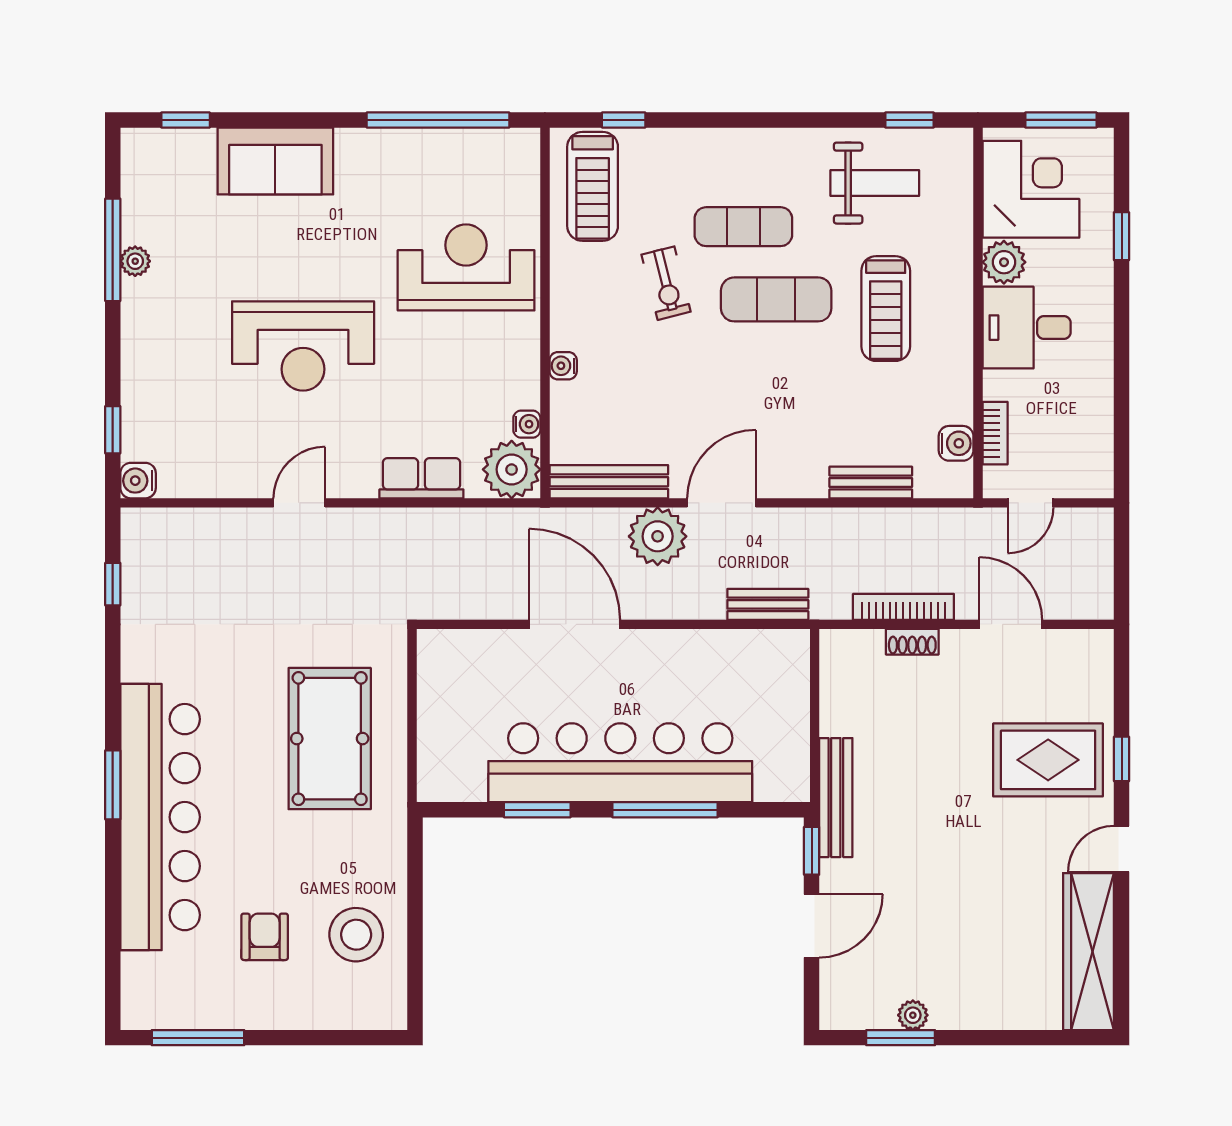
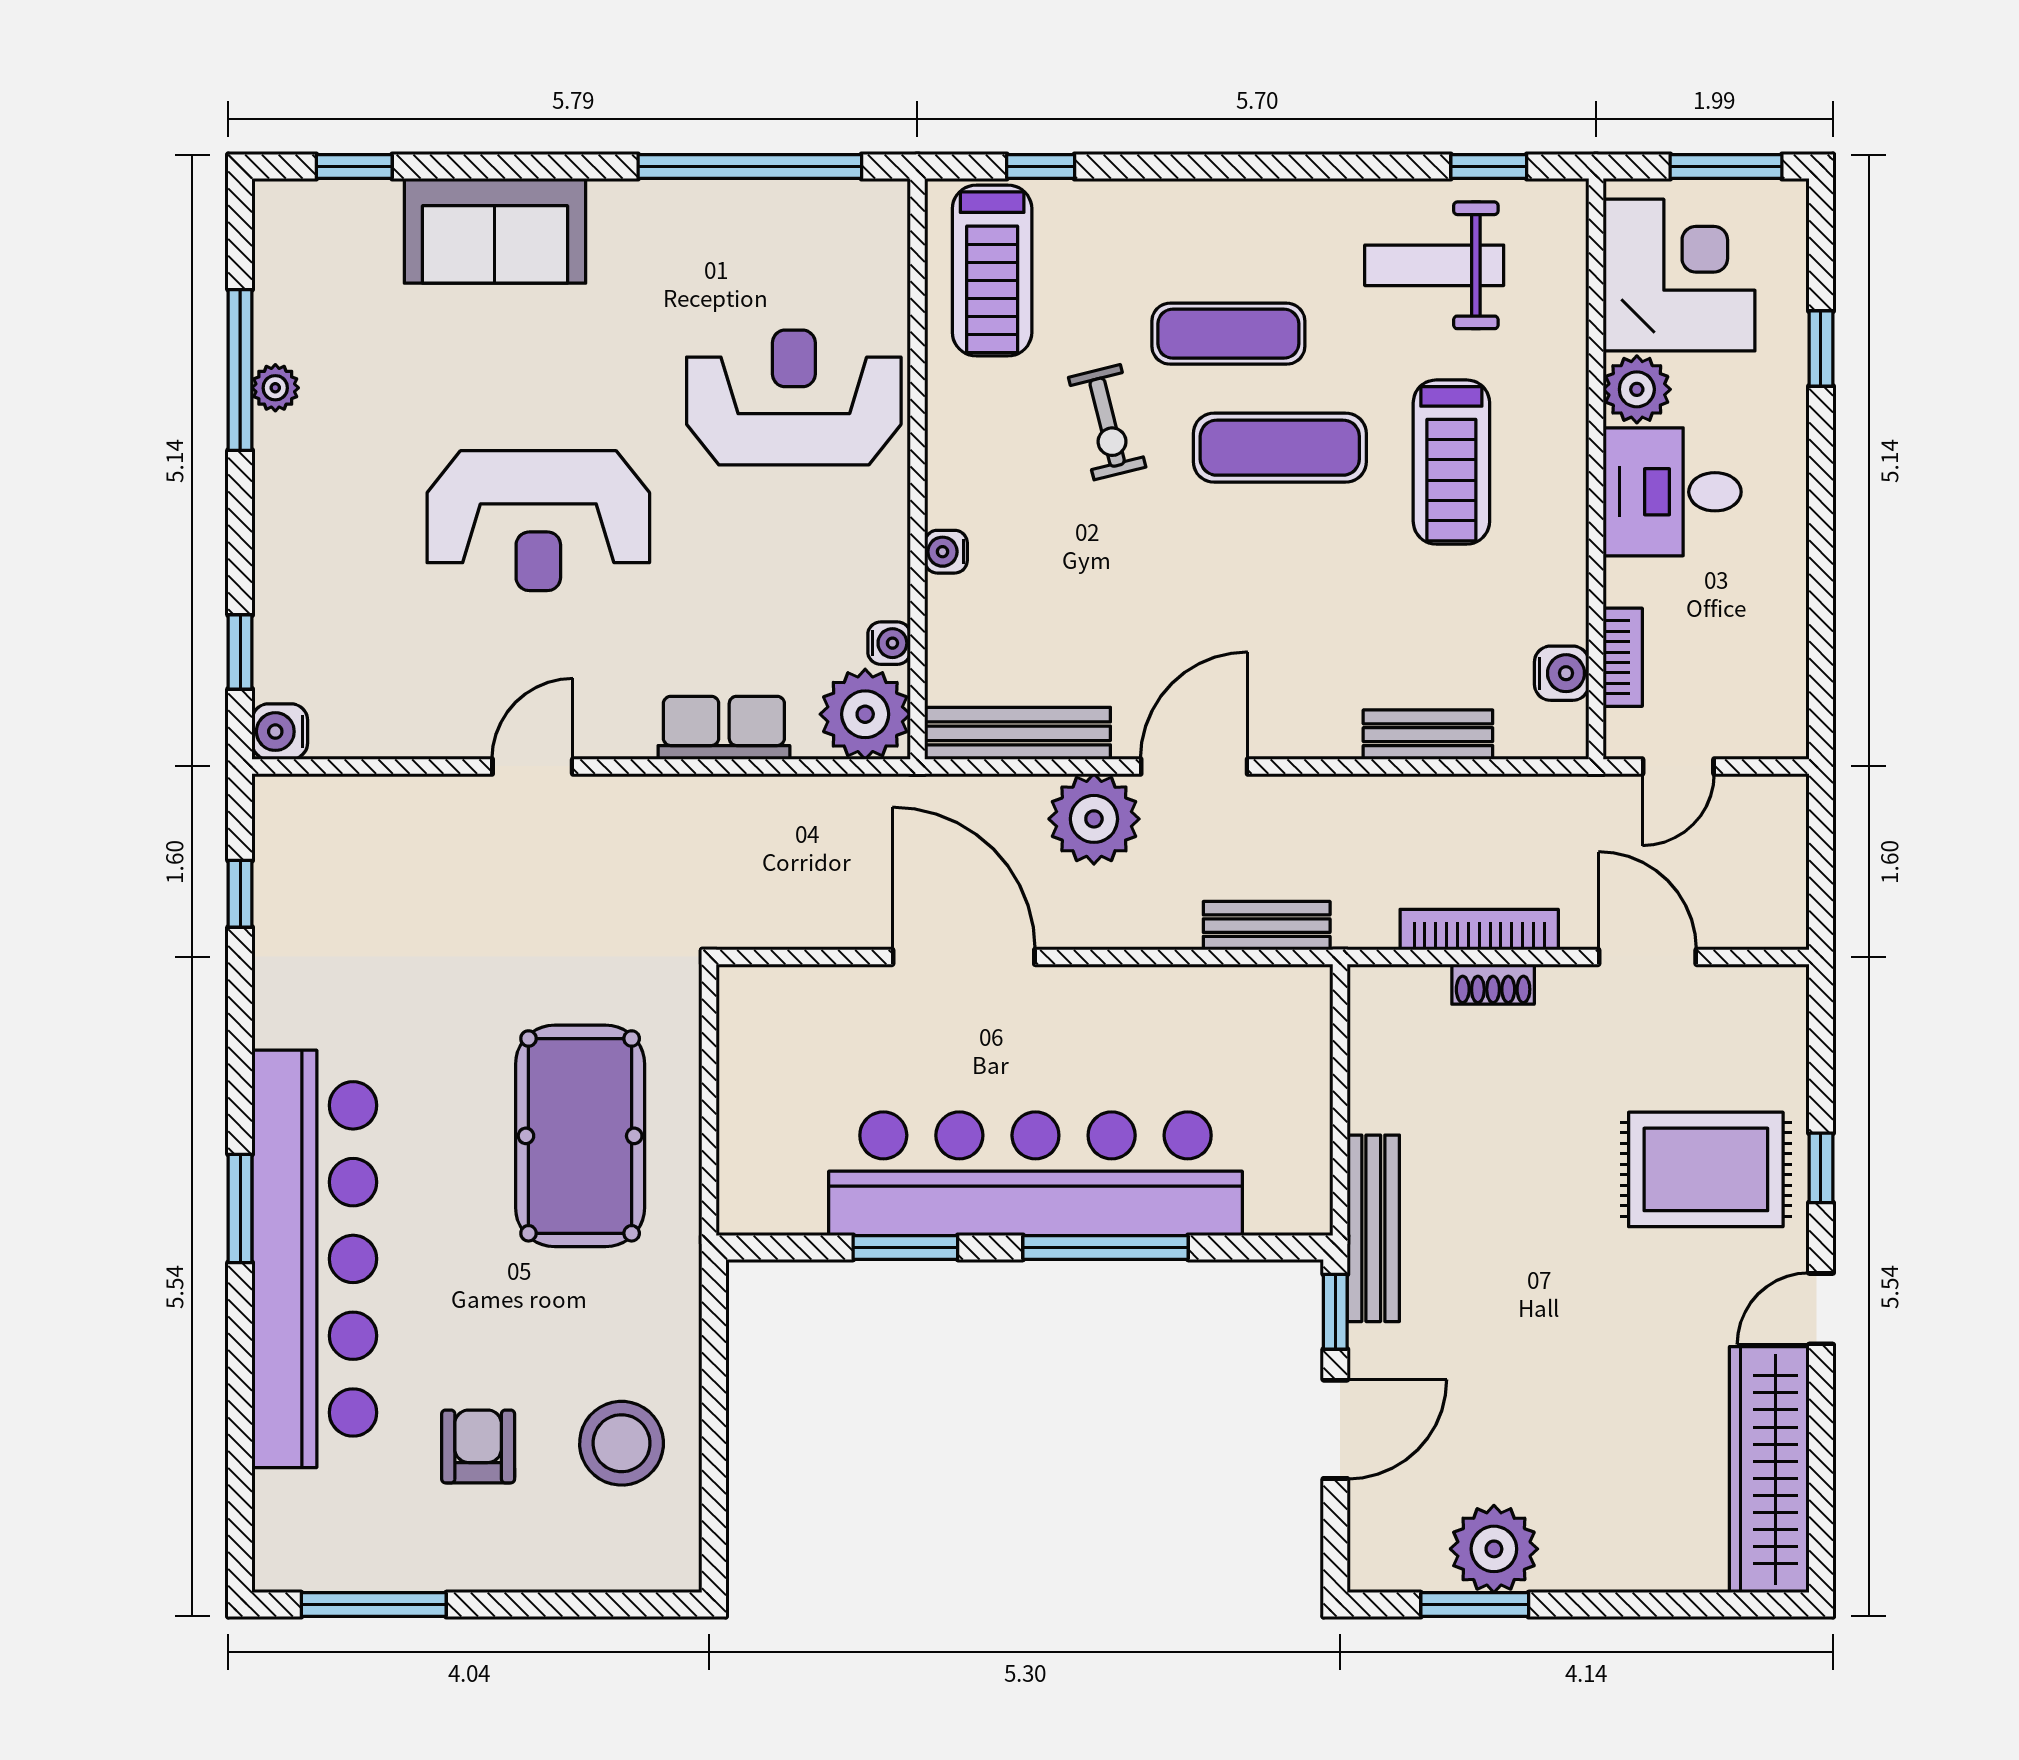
weight bench: (875, 183) -> (1434, 265), turned 180
plant: (913, 1015) -> (1494, 1549), width x1.88, depth x1.88

